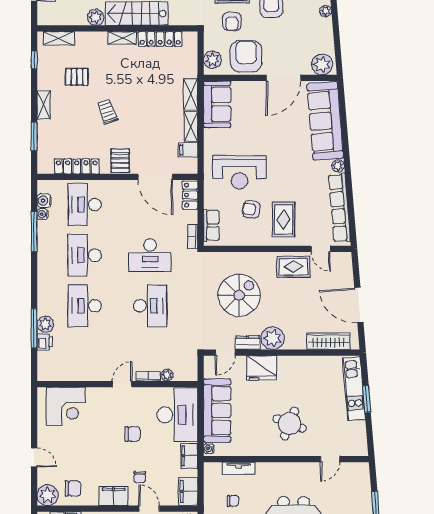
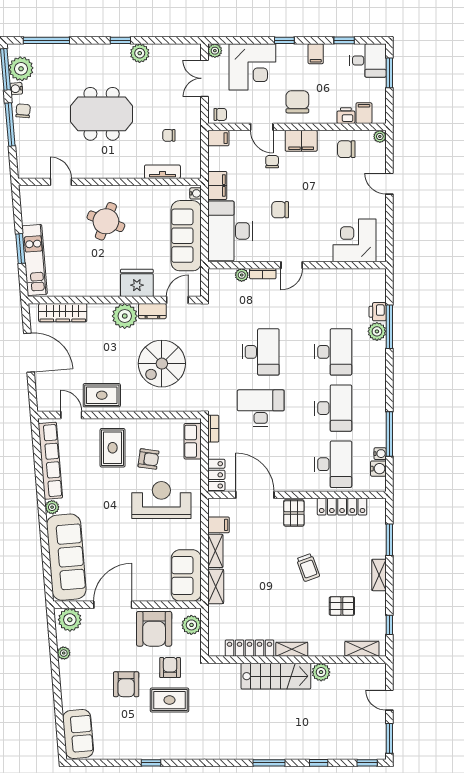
plant: (326, 11) -> (64, 653), moved
desk: (150, 306) -> (261, 352), turned 180
door: (330, 459) -> (61, 182), hinge flipped
filing cabinet: (188, 491) -> (218, 138), width x0.50
plant: (48, 495) -> (380, 136), width x0.53, depth x0.53

